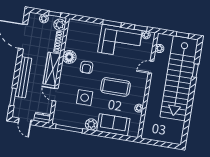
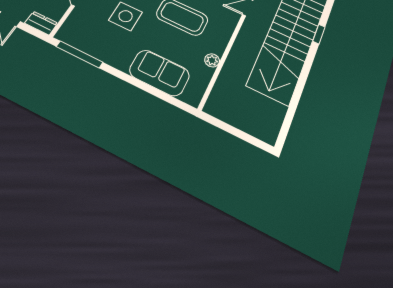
plant: (91, 124) -> (121, 60), removed

